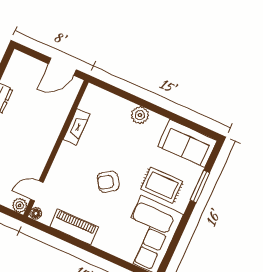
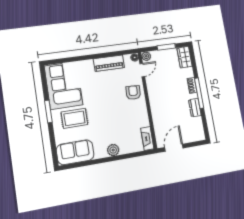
fireplace: (77, 127) -> (147, 138), moved
armchair: (108, 182) -> (133, 93), moved, turned -54
window: (200, 186) -> (48, 112), moved

